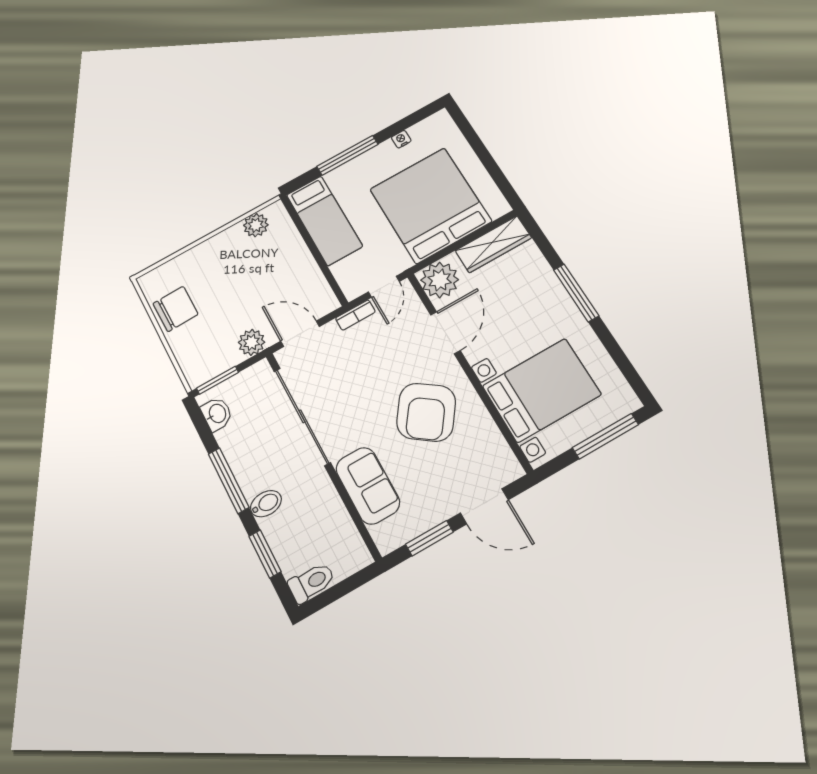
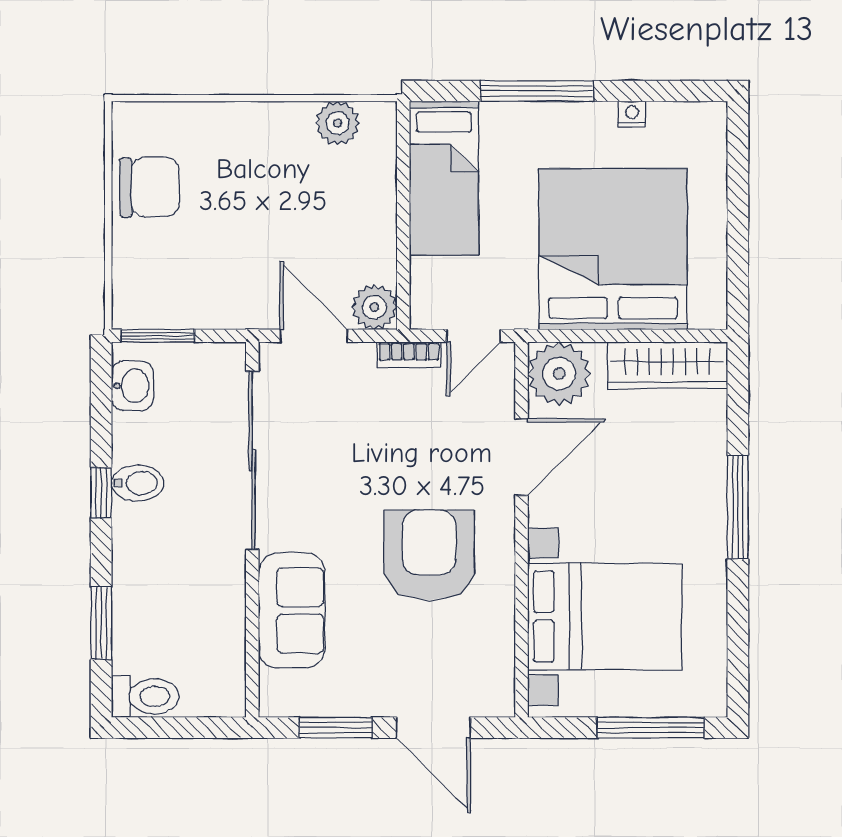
plant: (252, 342) -> (374, 307), moved
armchair: (426, 412) -> (429, 555), turned 144
window: (229, 481) -> (101, 493), width x0.46
bidet: (266, 504) -> (137, 483), moved

